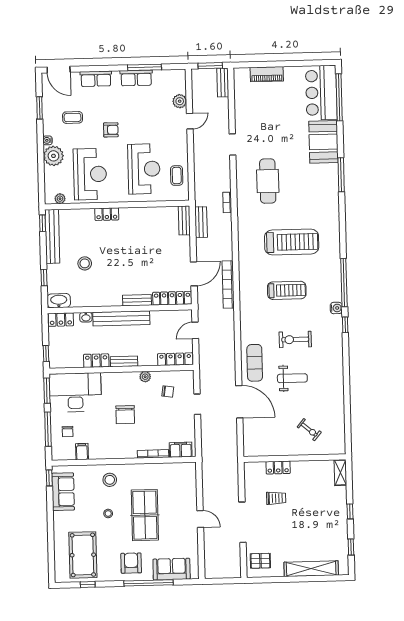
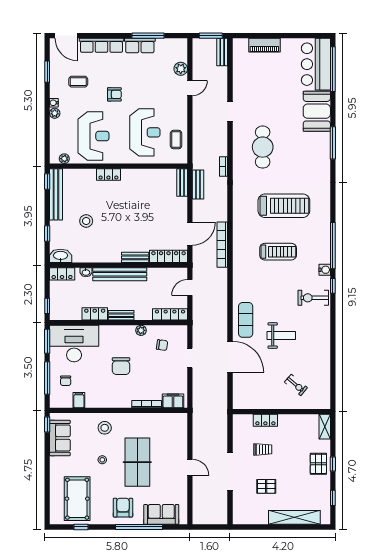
row of seats: (96, 79) -> (101, 45), width x1.48
plant: (53, 156) -> (55, 113), width x0.53, depth x0.53
exercise bike: (295, 339) -> (313, 298), moved
pallet: (335, 512) -> (318, 464), added
pallet: (260, 561) -> (266, 486), moved

